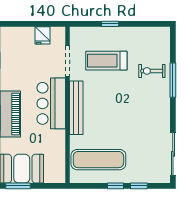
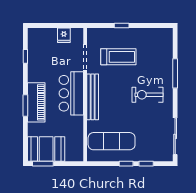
treadmill: (106, 61) -> (118, 57), turned 180
exercise bike: (152, 71) -> (147, 95), moved, width x1.38, depth x1.39

